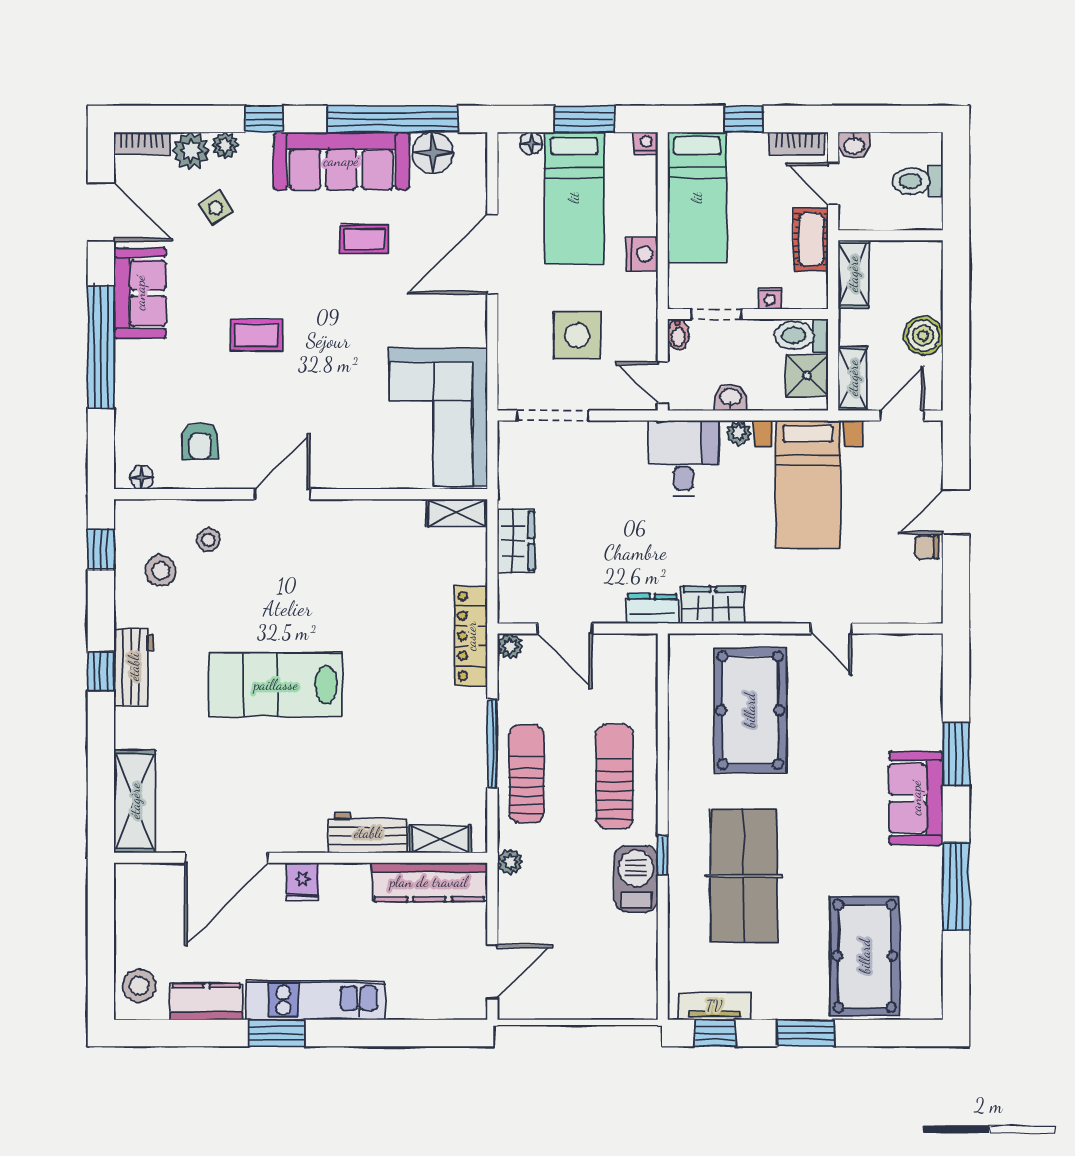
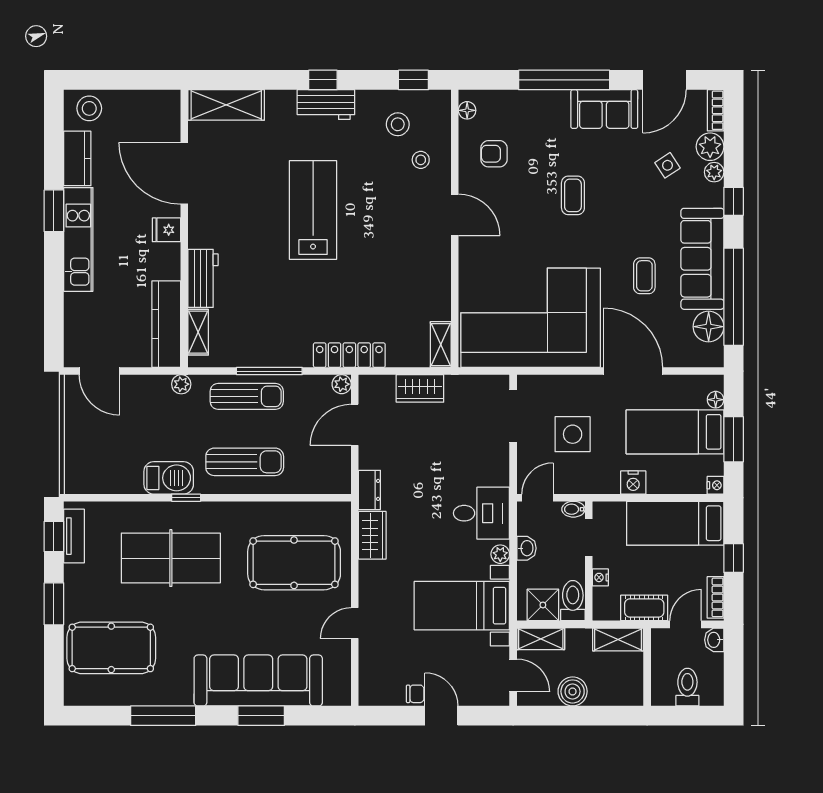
corner sofa: (438, 417) -> (531, 318), width x1.36, depth x1.36
chair: (926, 547) -> (415, 694), turned 90
sofa: (916, 798) -> (258, 680), width x1.85, depth x1.27

